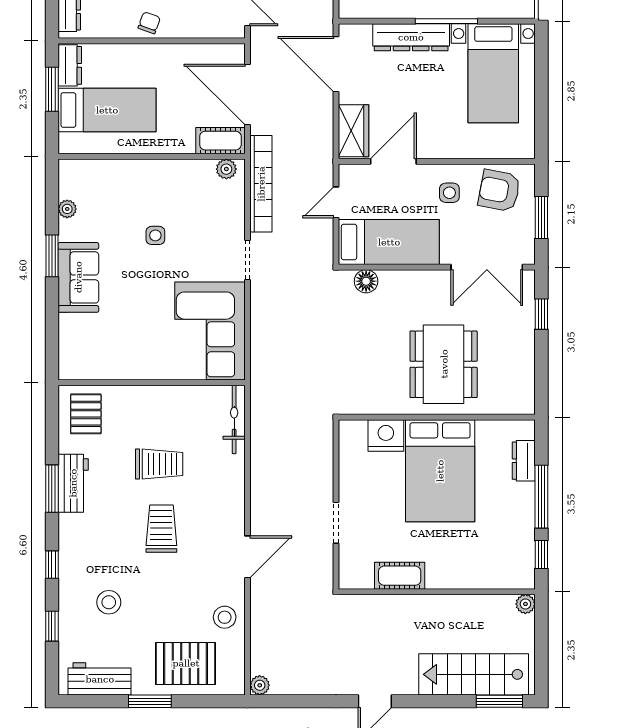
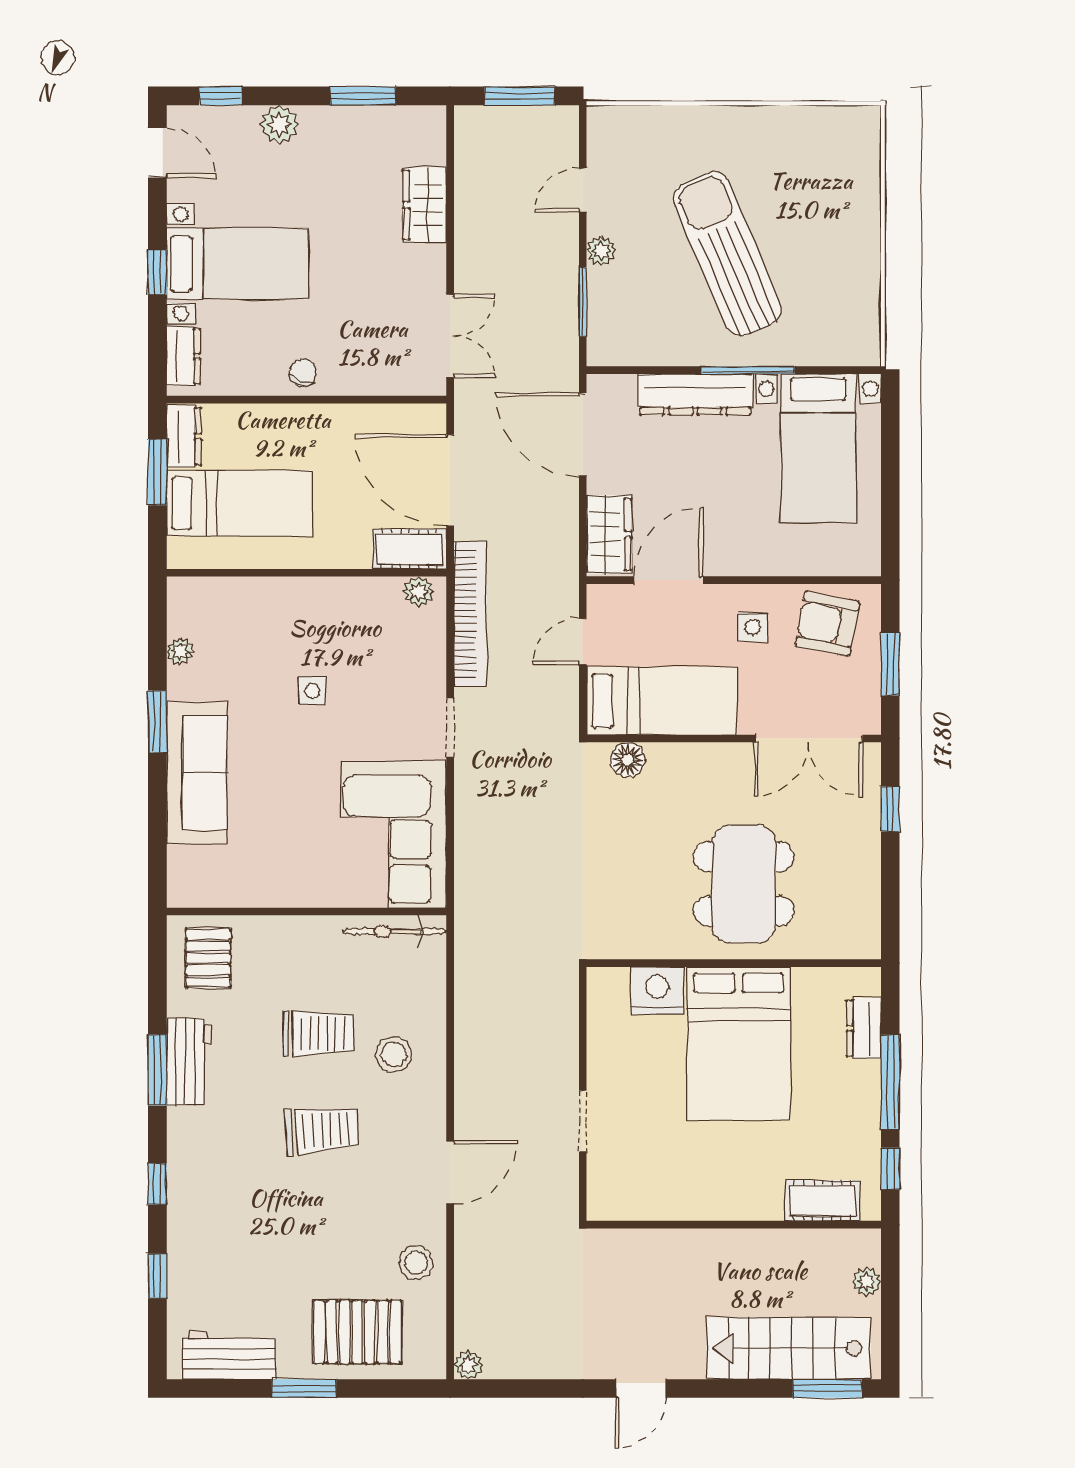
sofa: (78, 277) -> (197, 773), width x1.36
bicycle: (234, 420) -> (395, 932), moved, turned -90
trolley: (161, 529) -> (321, 1130), turned 86
cot: (400, 576) -> (823, 1201), moved
stool: (109, 602) -> (394, 1055), moved
plant: (525, 604) -> (866, 1282), moved

